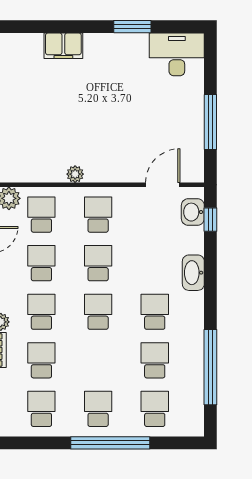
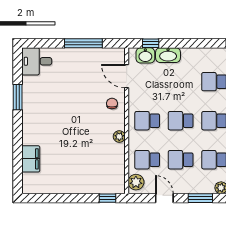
filing cabinet: (63, 46) -> (31, 159), moved
desk: (177, 54) -> (37, 61), width x0.73
chair: (123, 164) -> (112, 104), added
washbasin: (193, 273) -> (168, 55), moved

